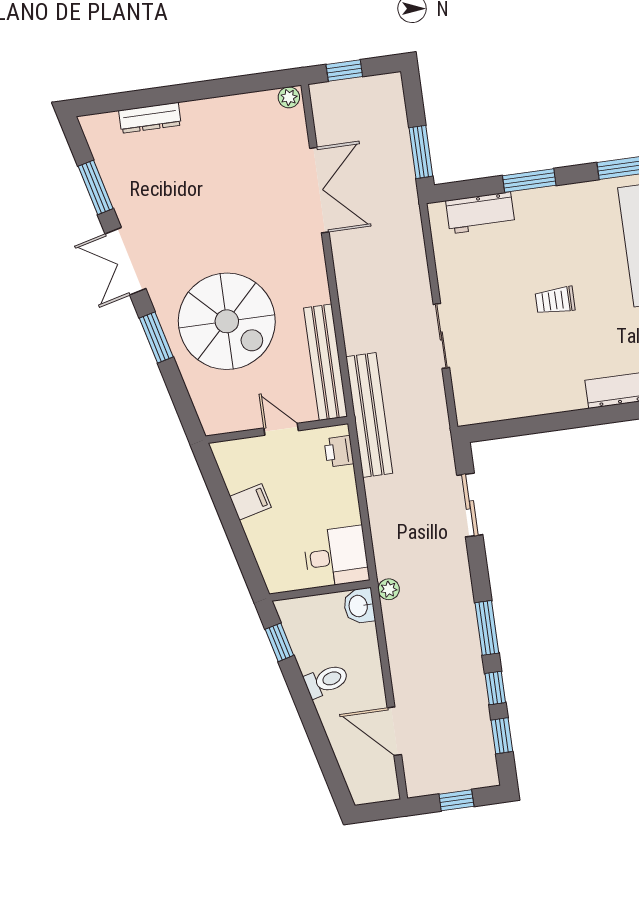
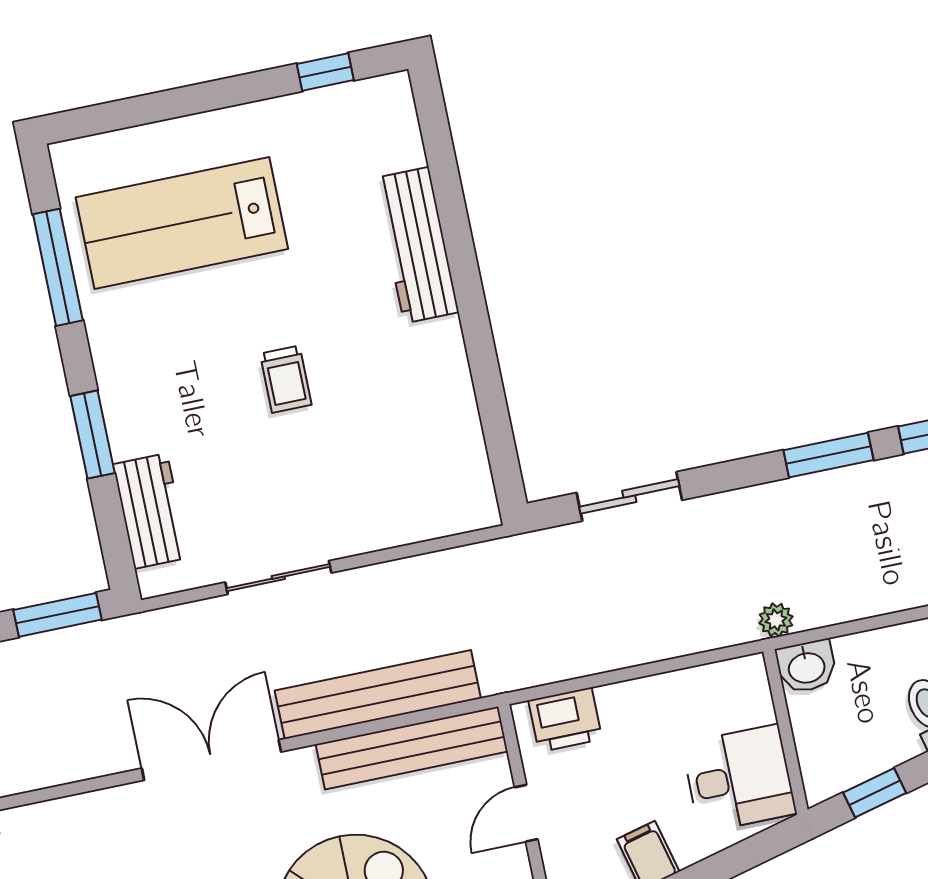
double door: (319, 190) -> (211, 760), moved
sliding door: (441, 336) -> (278, 578), moved
bench: (369, 415) -> (378, 695), moved
printer: (339, 451) -> (565, 720), width x1.36, depth x1.24
desk: (336, 557) -> (739, 779), moved, turned 90

